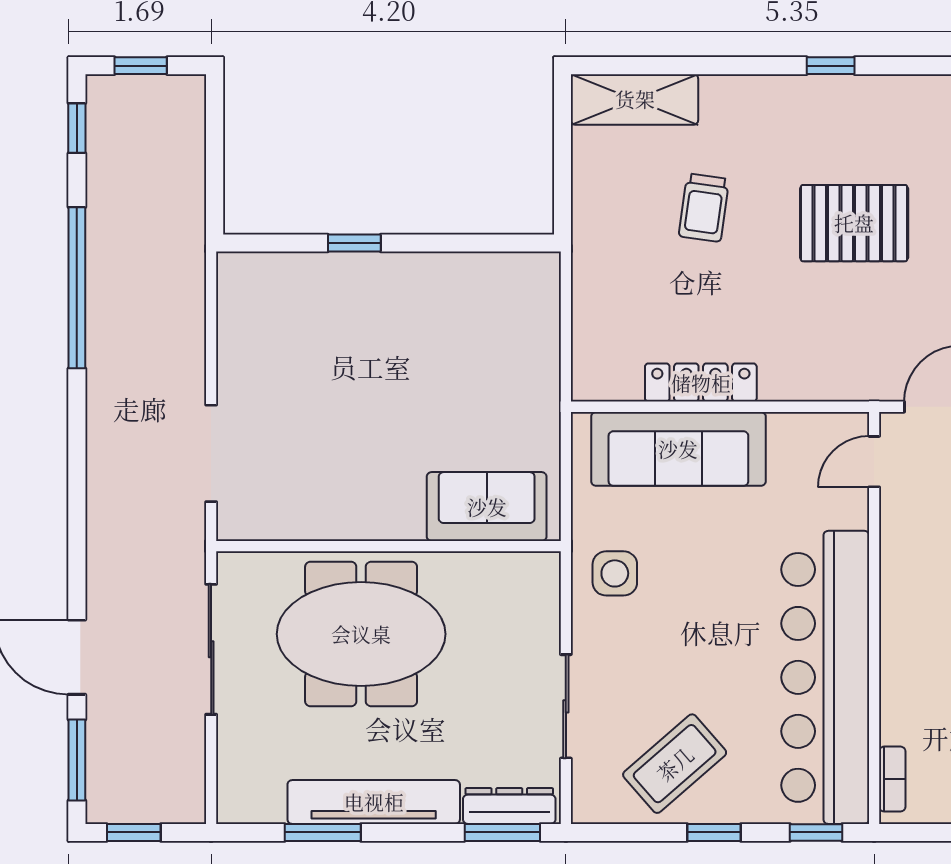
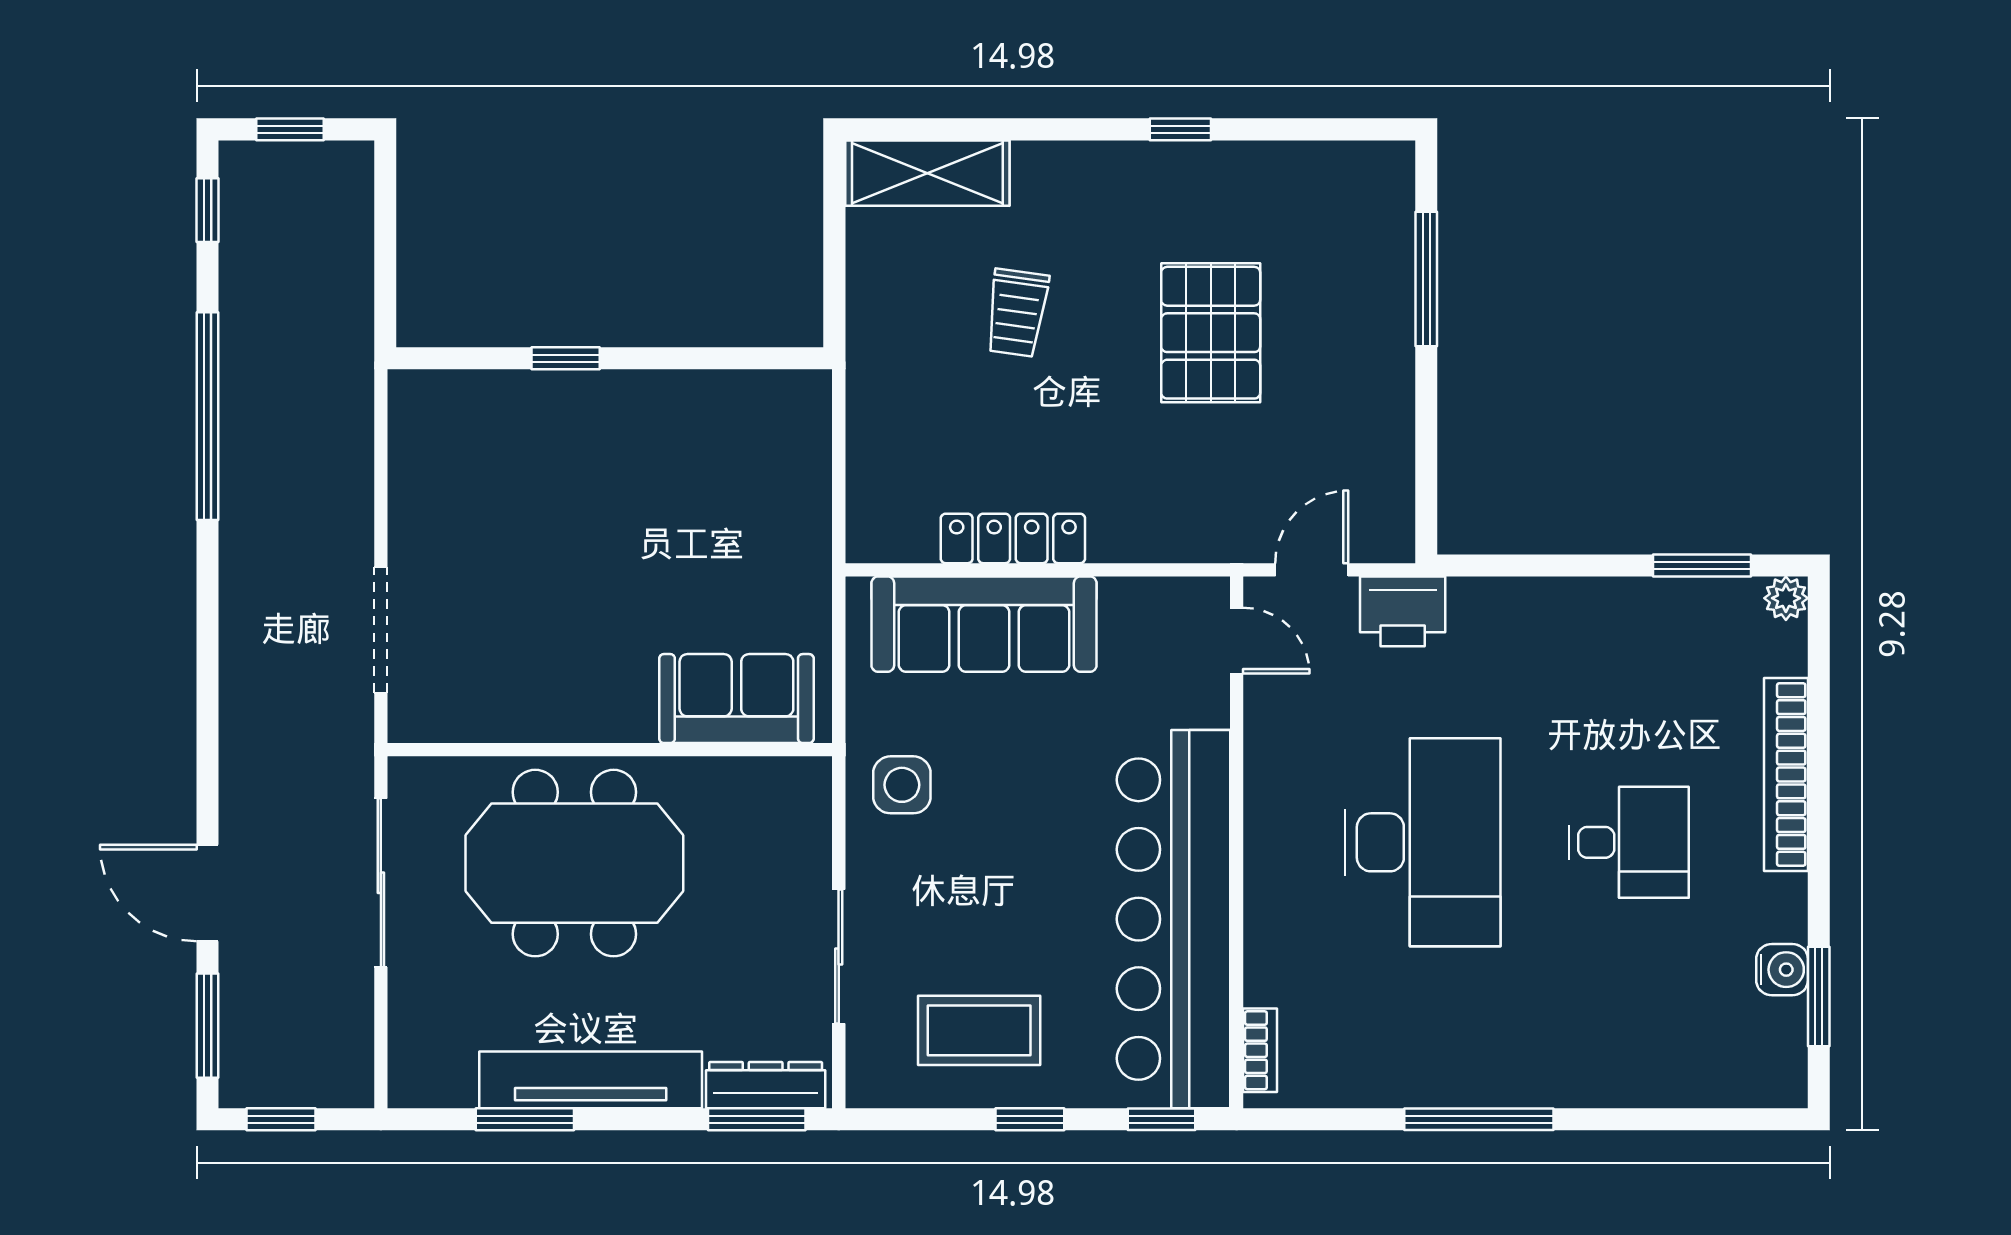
pallet: (854, 223) -> (1211, 333), turned 90
door: (874, 462) -> (1237, 641), swing flipped
coffee table: (675, 764) -> (979, 1030), turned 41

